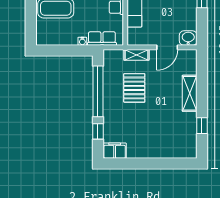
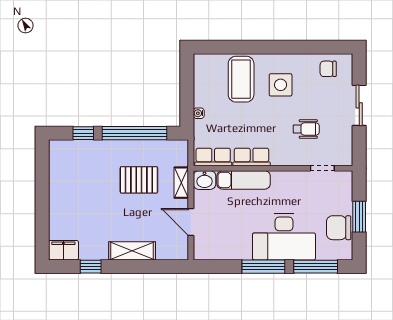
washbasin: (188, 38) -> (205, 180), moved, turned 90
row of seats: (102, 39) -> (213, 157), moved, turned -90
filing cabinet: (115, 151) -> (63, 250), moved, turned -90

